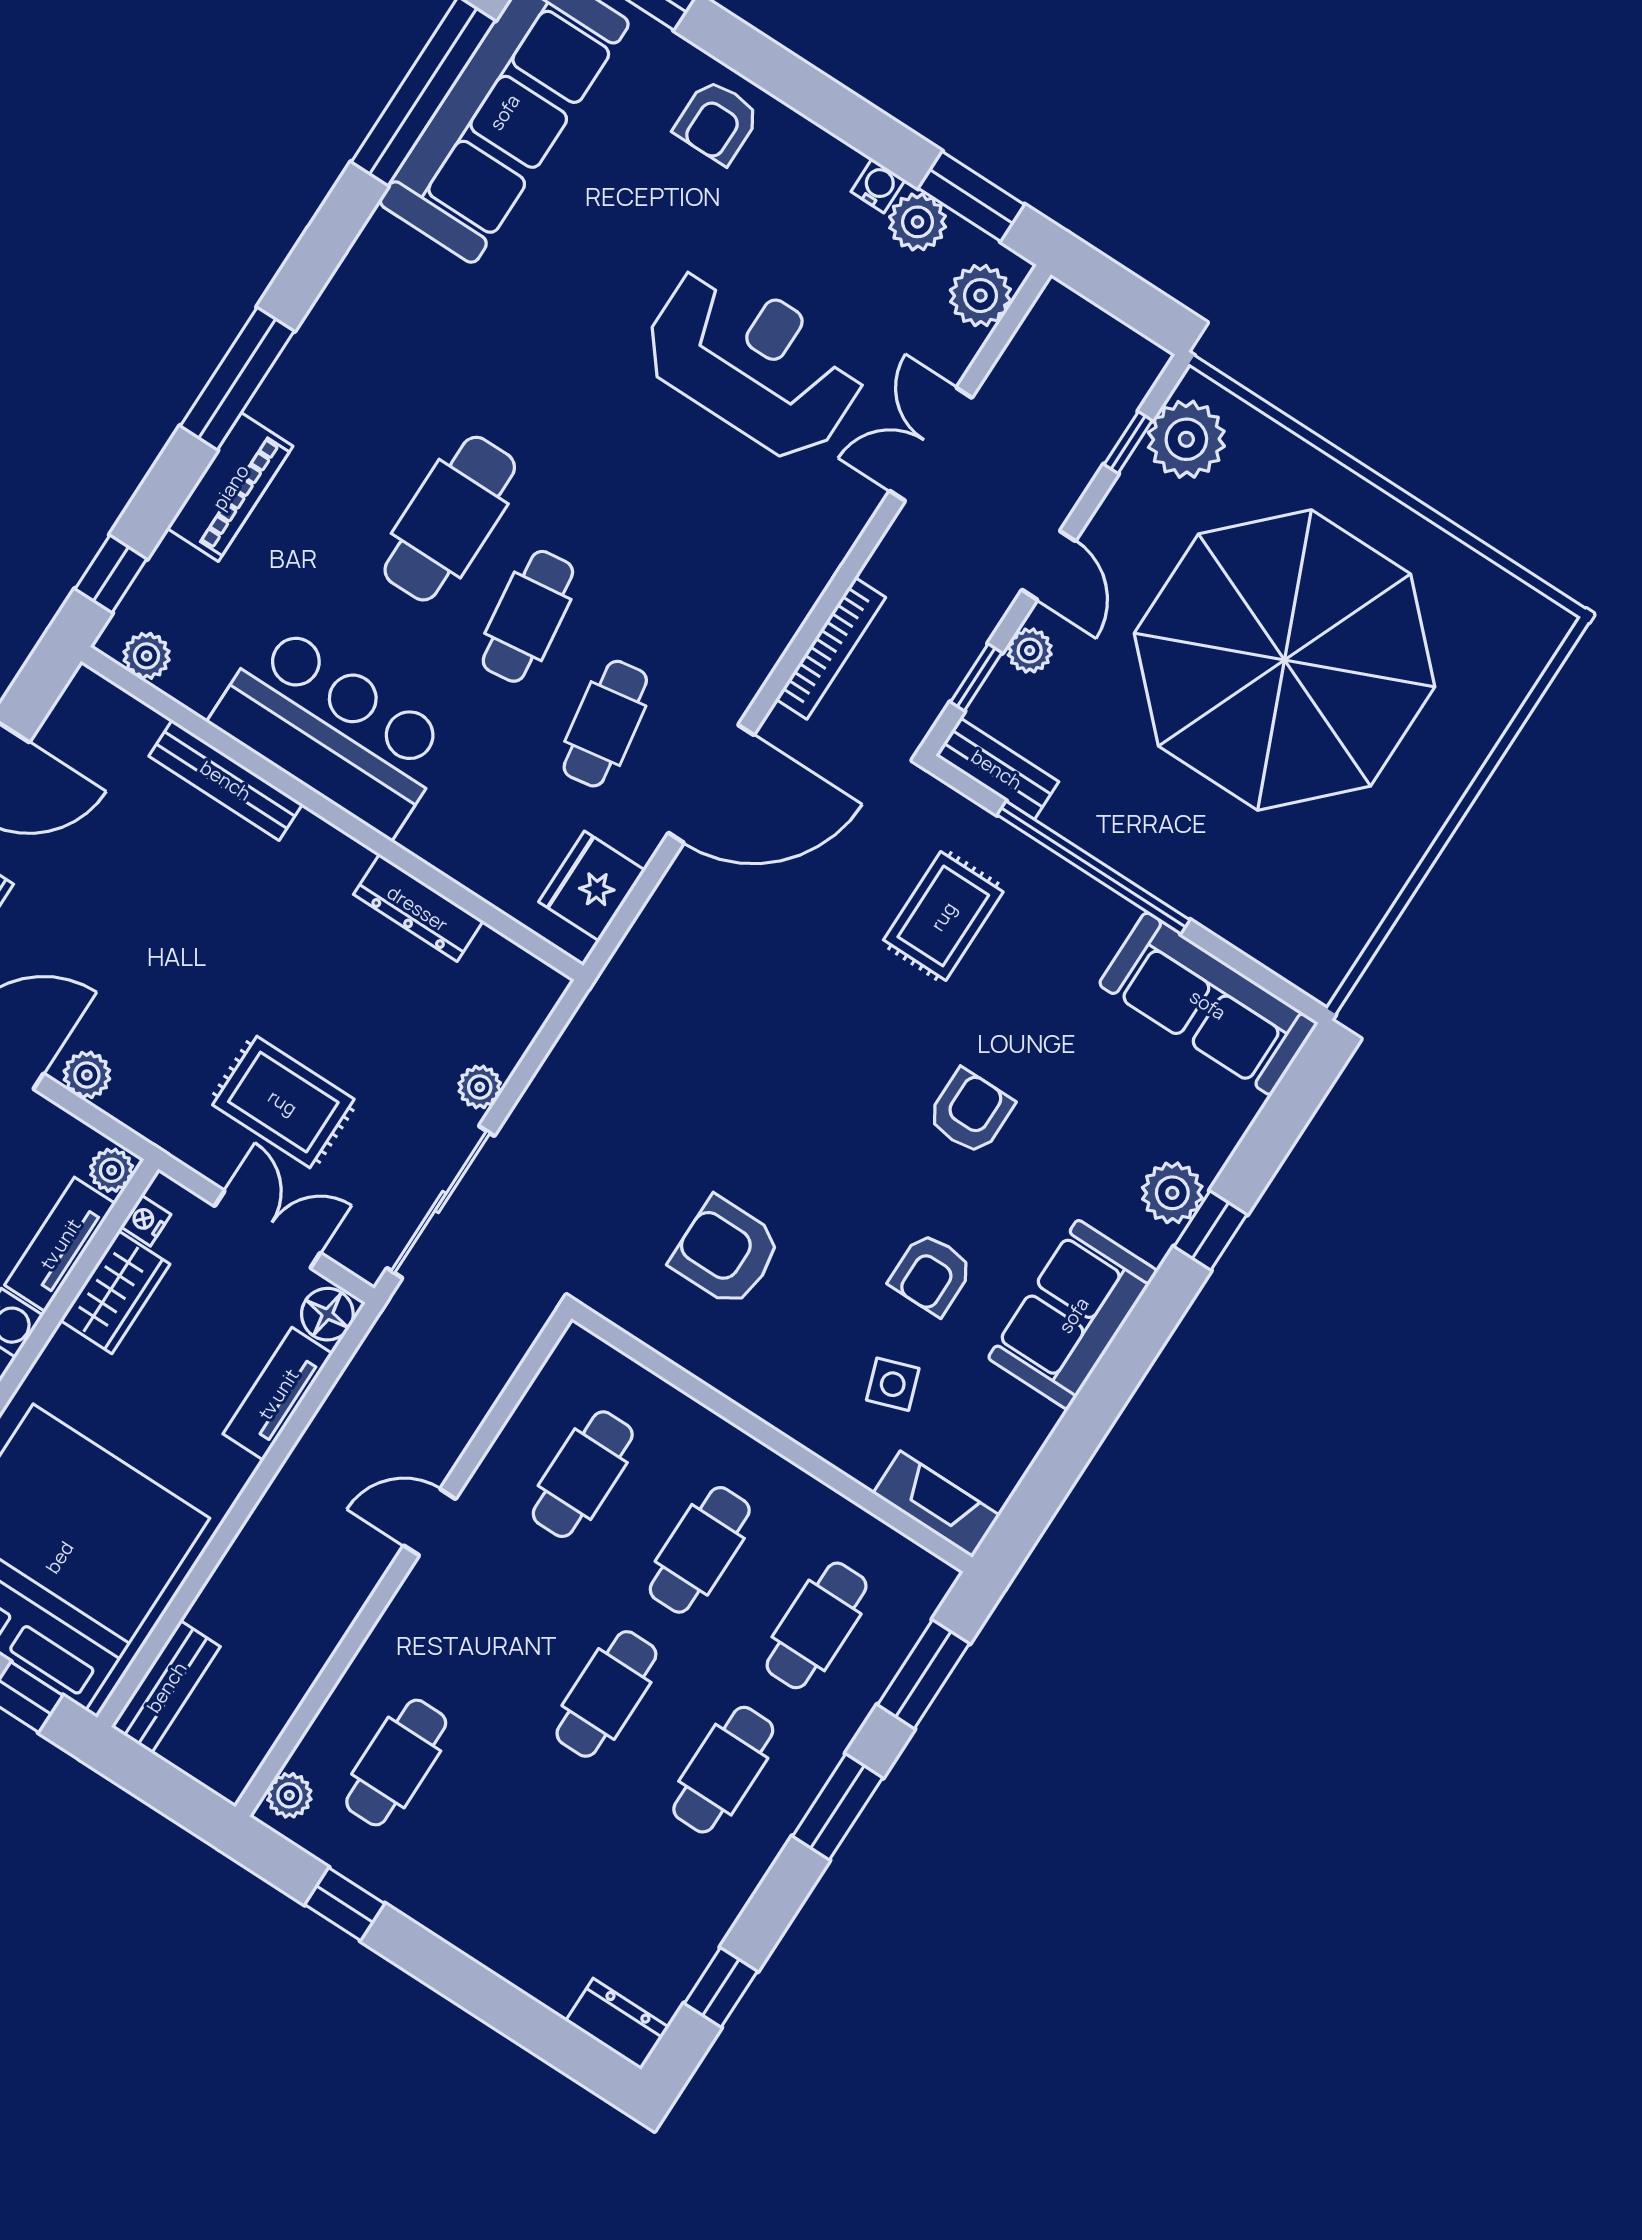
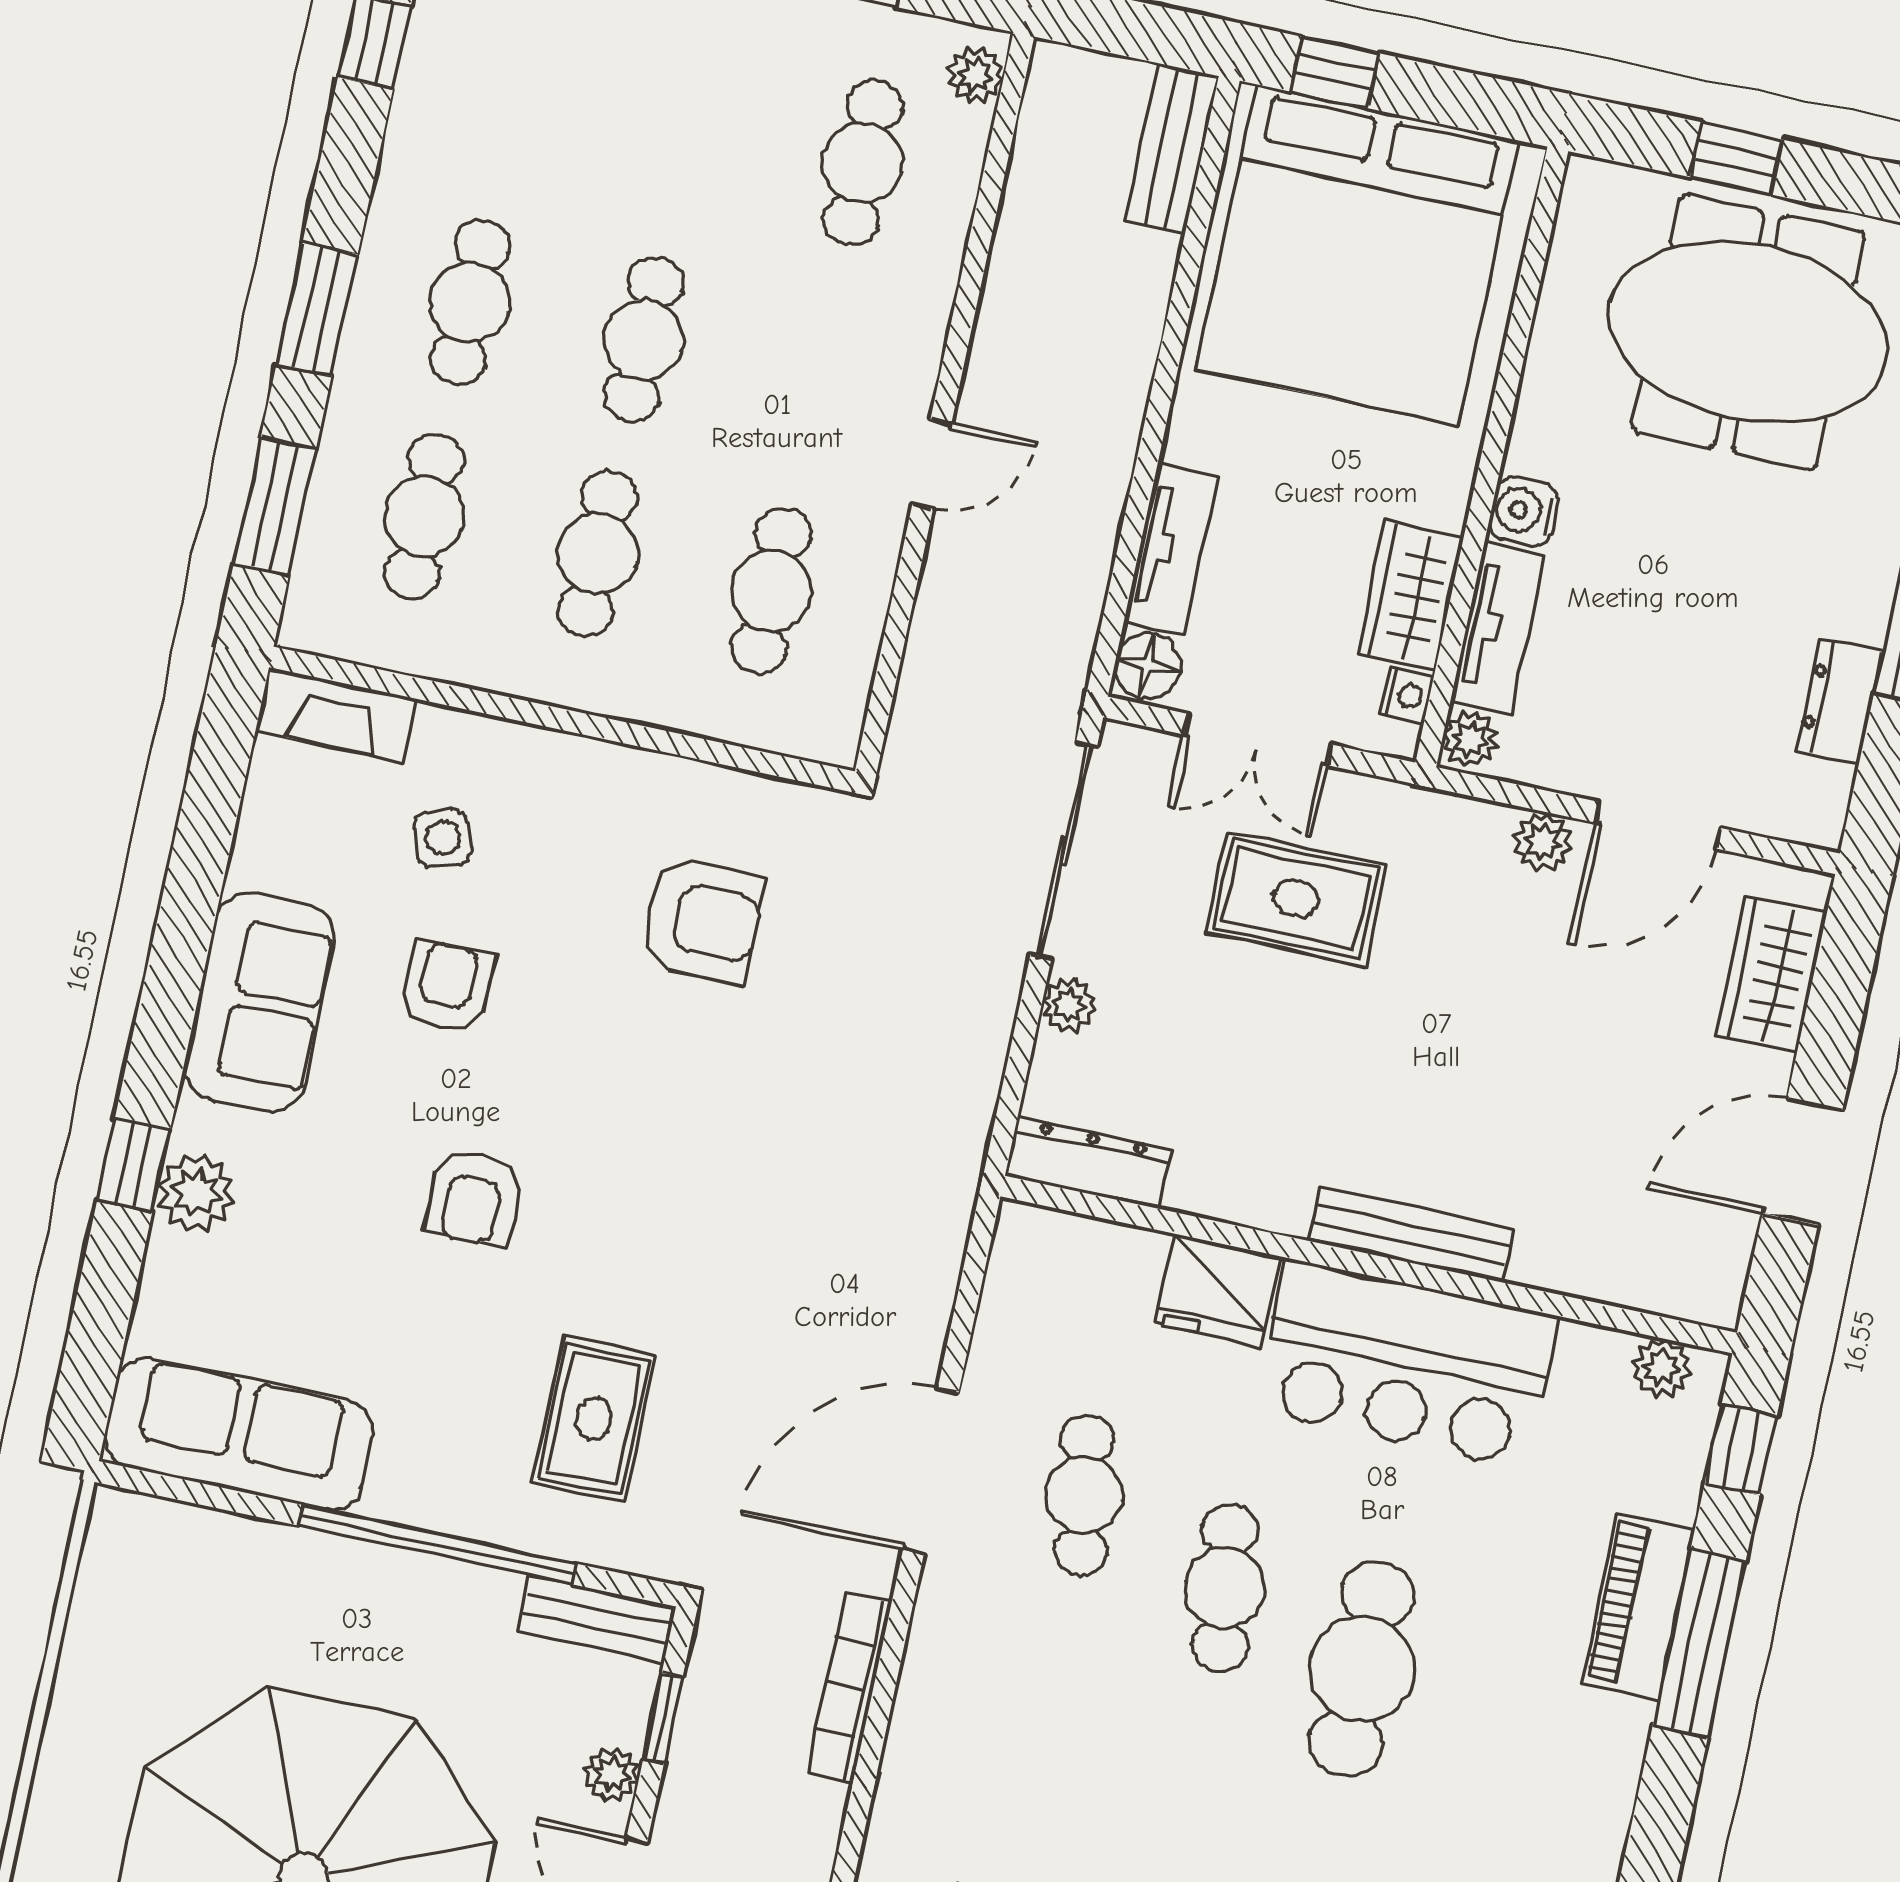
window: (237, 379) -> (1699, 1644), moved
bench: (226, 780) -> (1411, 1235), moved
fridge: (592, 886) -> (1217, 1290), moved, turned 90
dresser: (418, 908) -> (1088, 1162), moved

